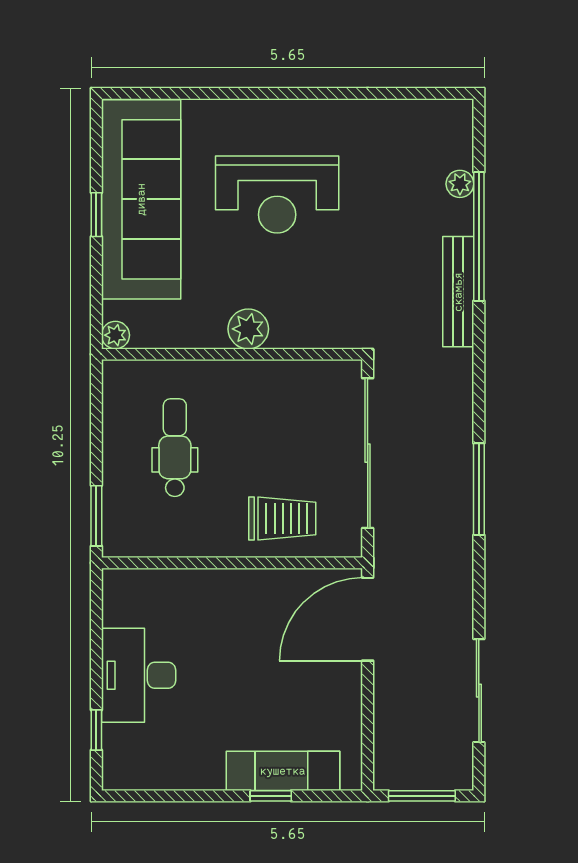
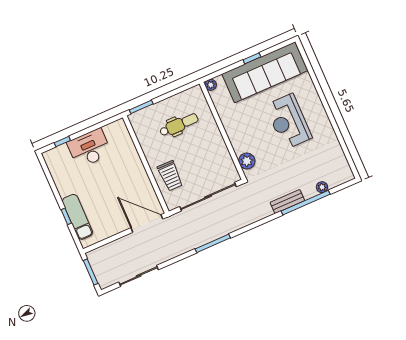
bench: (458, 292) -> (287, 202), width x0.73
plant: (248, 329) -> (247, 161), moved

